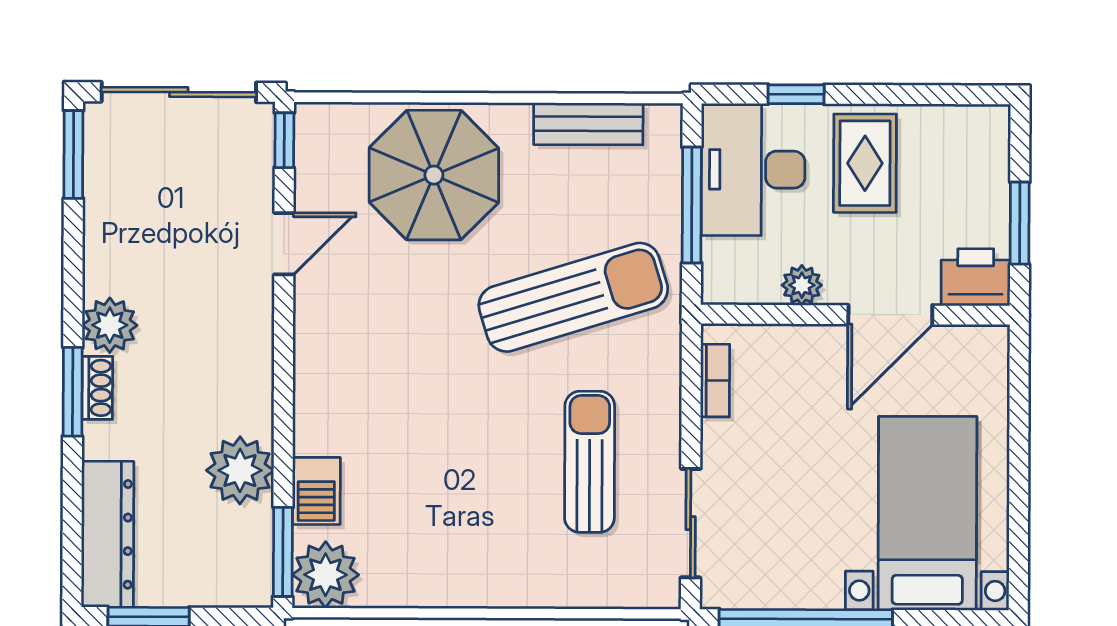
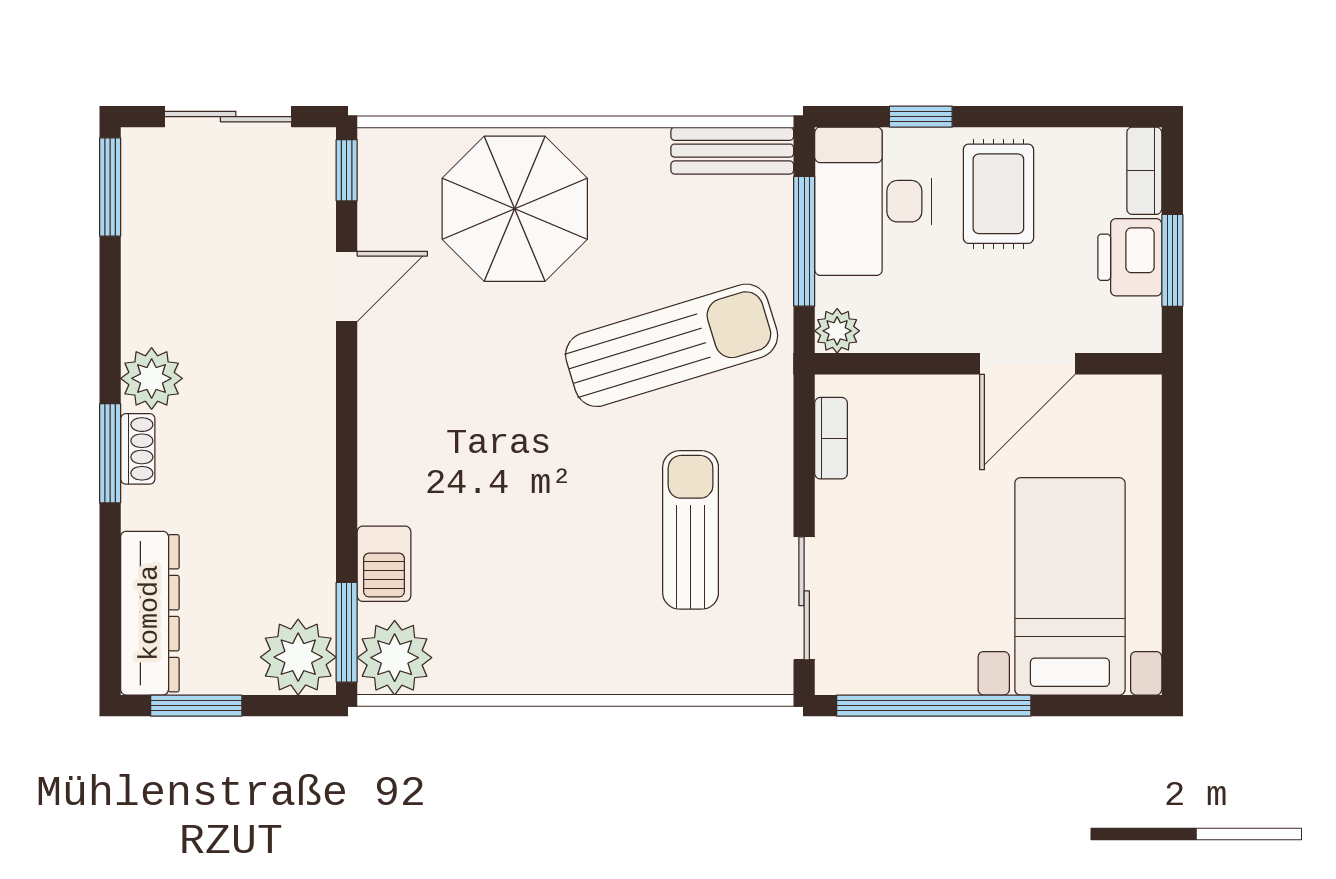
sliding door: (179, 92) -> (228, 117), width x0.73
bench: (588, 124) -> (732, 151), moved
bookcase: (995, 143) -> (1144, 171), added
printer: (976, 277) -> (1130, 257), moved, turned -90
plant: (802, 285) -> (837, 331), moved
plant: (240, 470) -> (298, 657), moved

